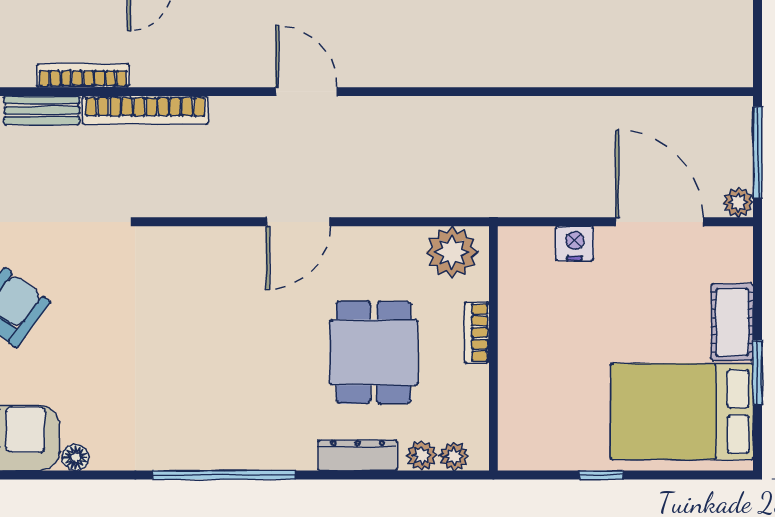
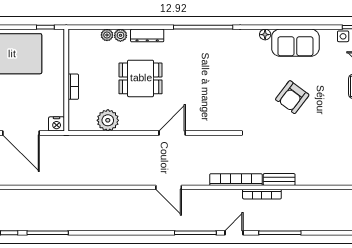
bookcase: (477, 333) -> (73, 87), moved
wall: (493, 348) -> (66, 80), moved
dining table: (374, 352) -> (141, 78), turned 90

